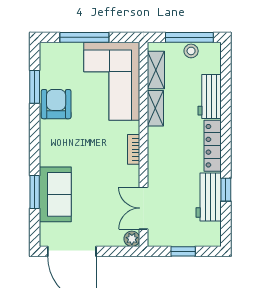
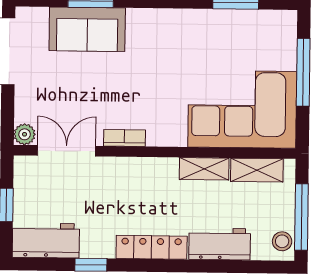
stool: (191, 51) -> (282, 241), moved
armchair: (56, 104) -> (212, 32), removed
bookcase: (134, 149) -> (125, 138), moved
workbench: (209, 197) -> (46, 240), moved

